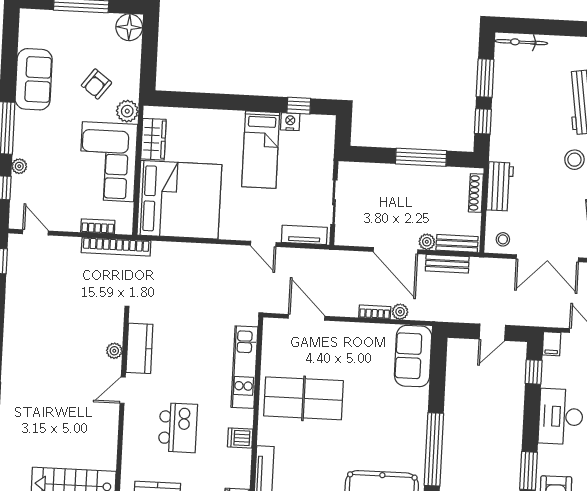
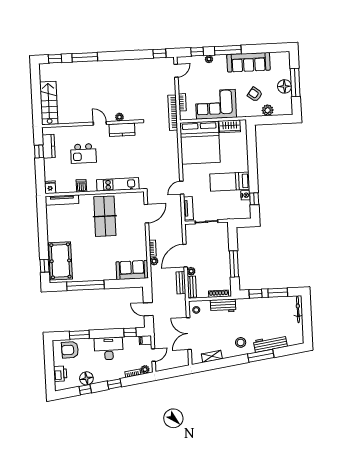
floor lamp: (129, 27) -> (285, 86), moved
sofa: (34, 79) -> (249, 62), width x1.36
plant: (127, 111) -> (268, 110), moved

